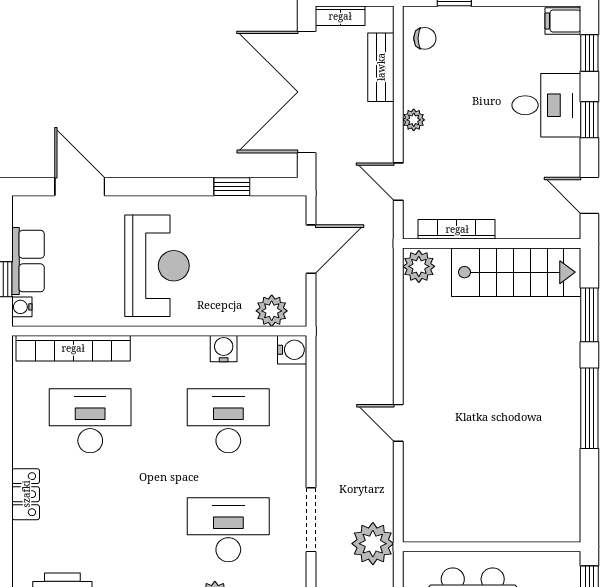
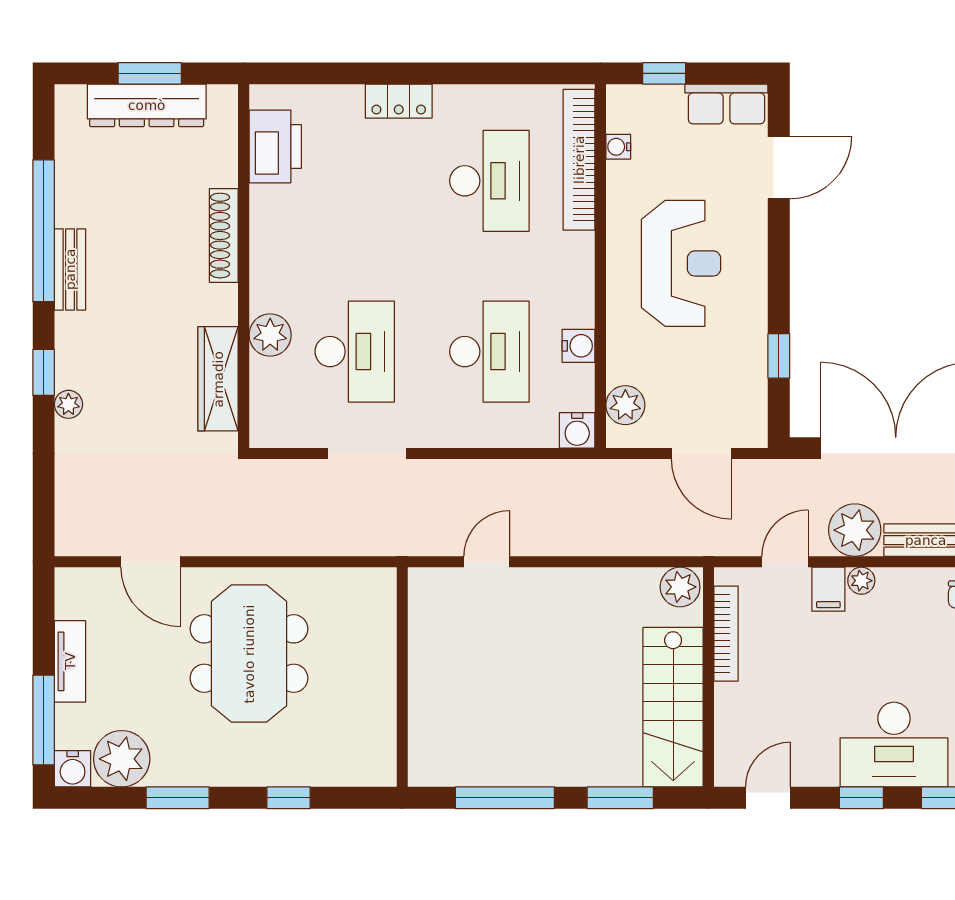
desk: (546, 105) -> (894, 745), width x1.37
filing cabinet: (421, 146) -> (828, 589), added
row of seats: (28, 261) -> (726, 104), moved
reception desk: (157, 266) -> (681, 263), turned -90
water cooler: (22, 307) -> (618, 147), moved, turned -90
plant: (373, 544) -> (855, 530), moved
wall: (492, 547) -> (402, 677), moved

